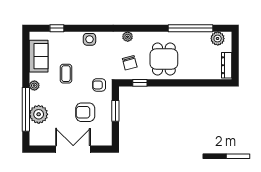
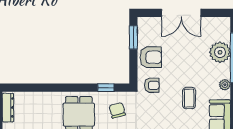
window: (115, 111) -> (133, 37), moved
armchair: (85, 112) -> (151, 57), moved

